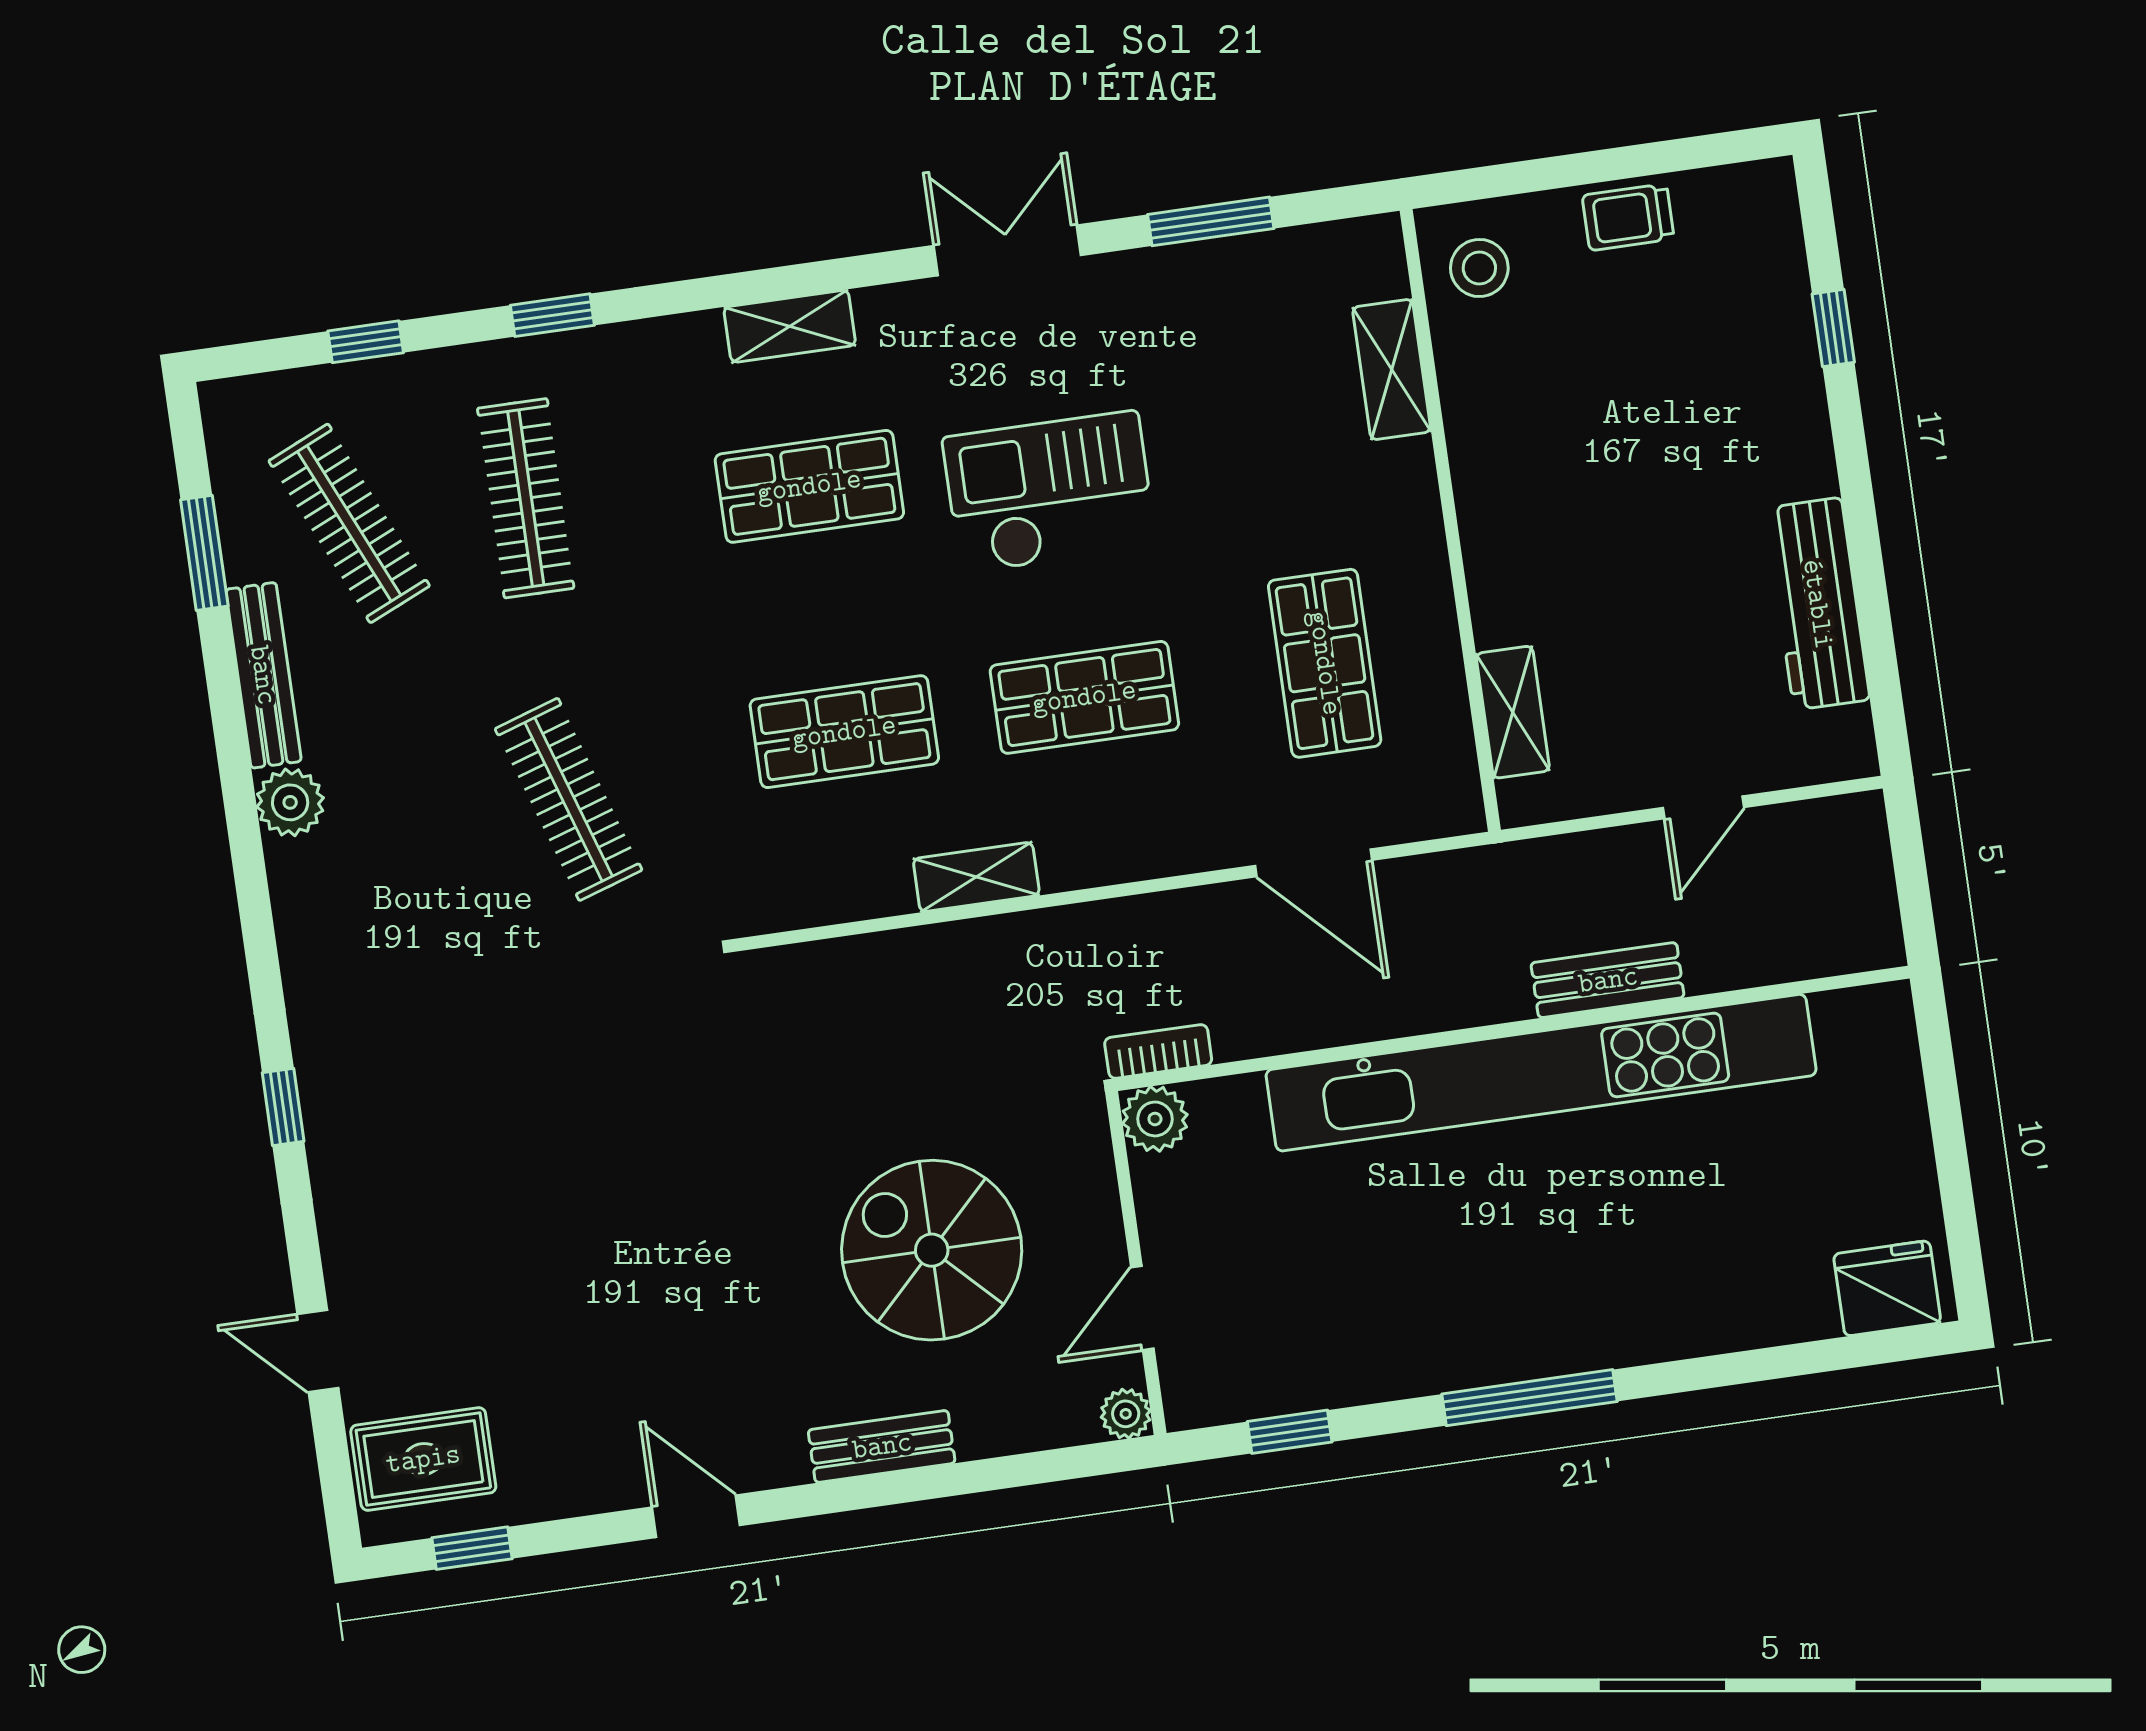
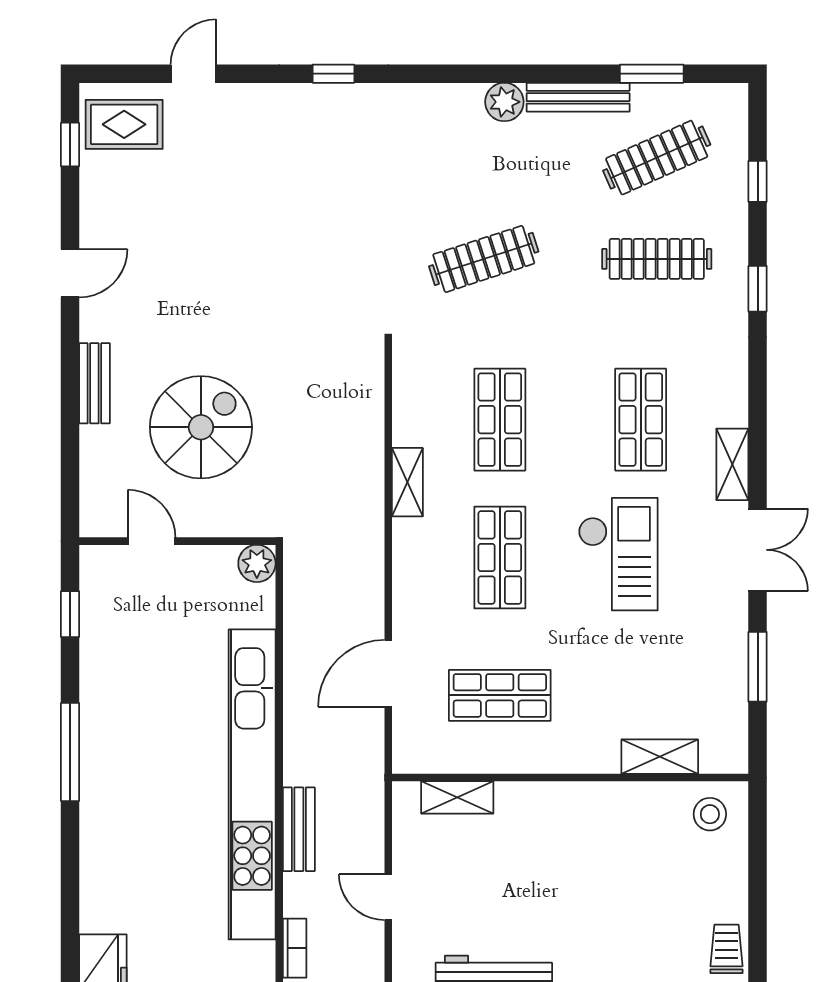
trolley: (1628, 217) -> (726, 949), moved
shelving: (790, 326) -> (732, 464), moved
bookcase: (1158, 1051) -> (295, 948), moved
plant: (1126, 1414) -> (93, 523), removed
rug: (423, 1459) -> (124, 124), turned 90

